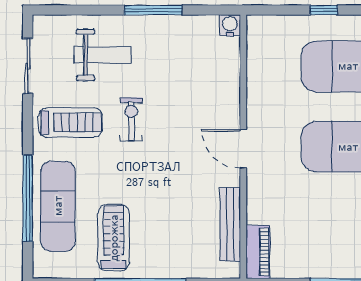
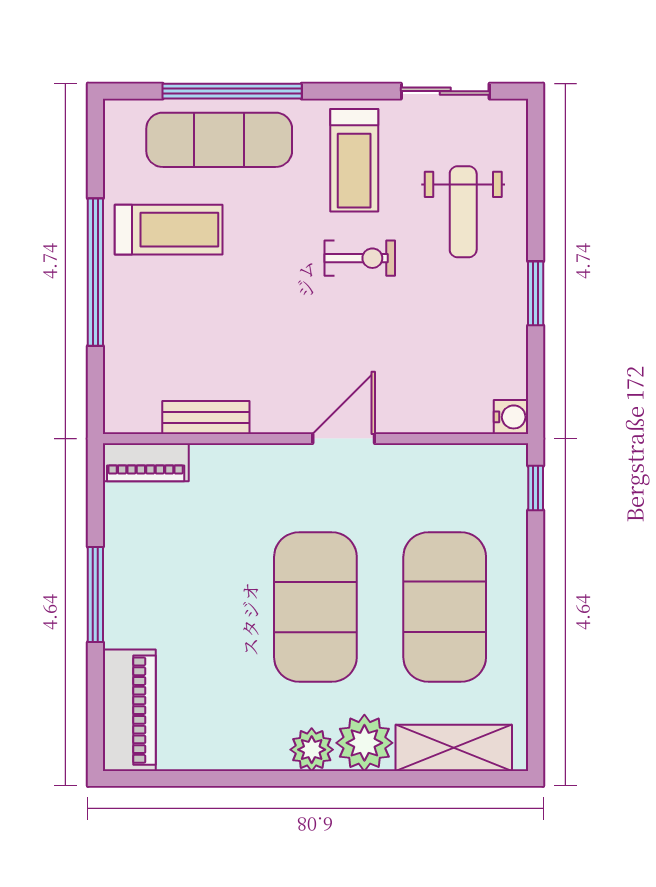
window: (153, 10) -> (536, 293), width x0.69
window: (324, 10) -> (536, 488), moved
door: (243, 149) -> (344, 439), moved
bench: (230, 224) -> (206, 417), width x0.73

